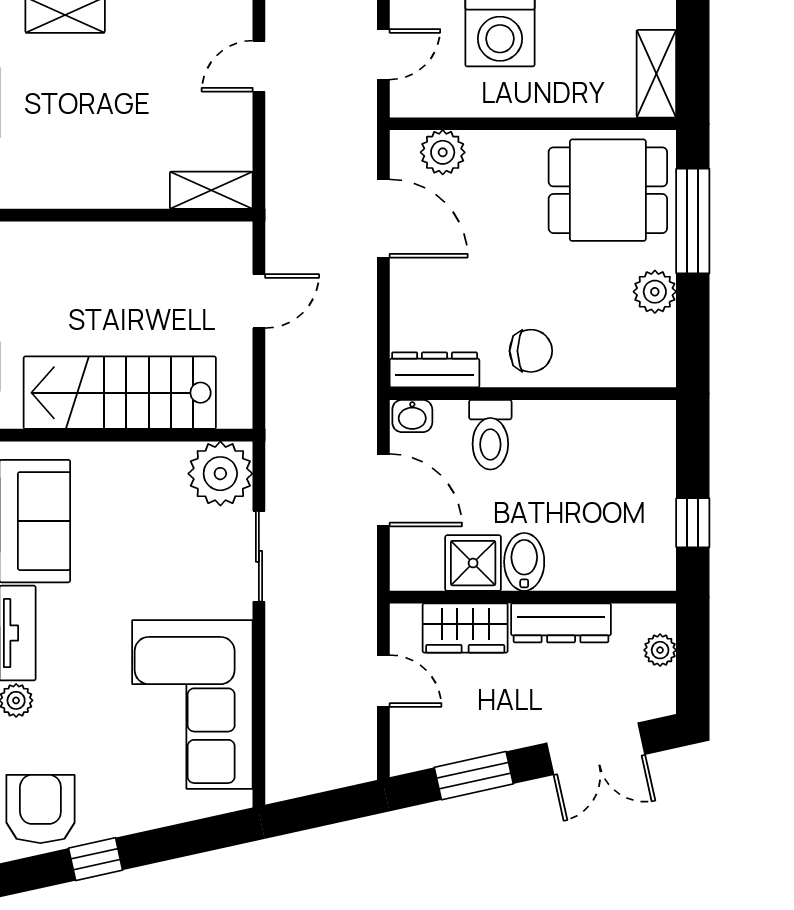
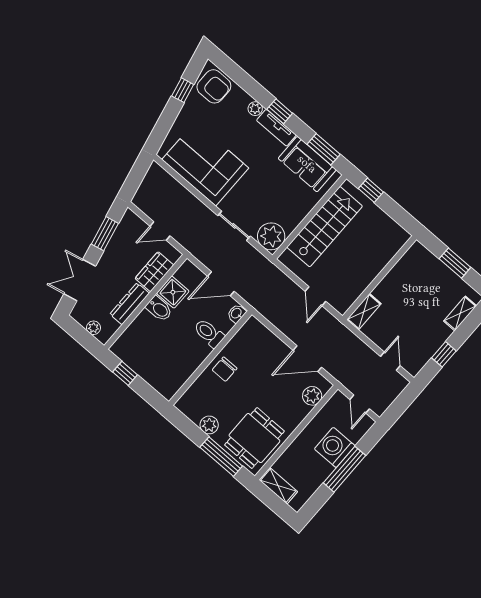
dresser: (435, 370) -> (245, 333), removed

